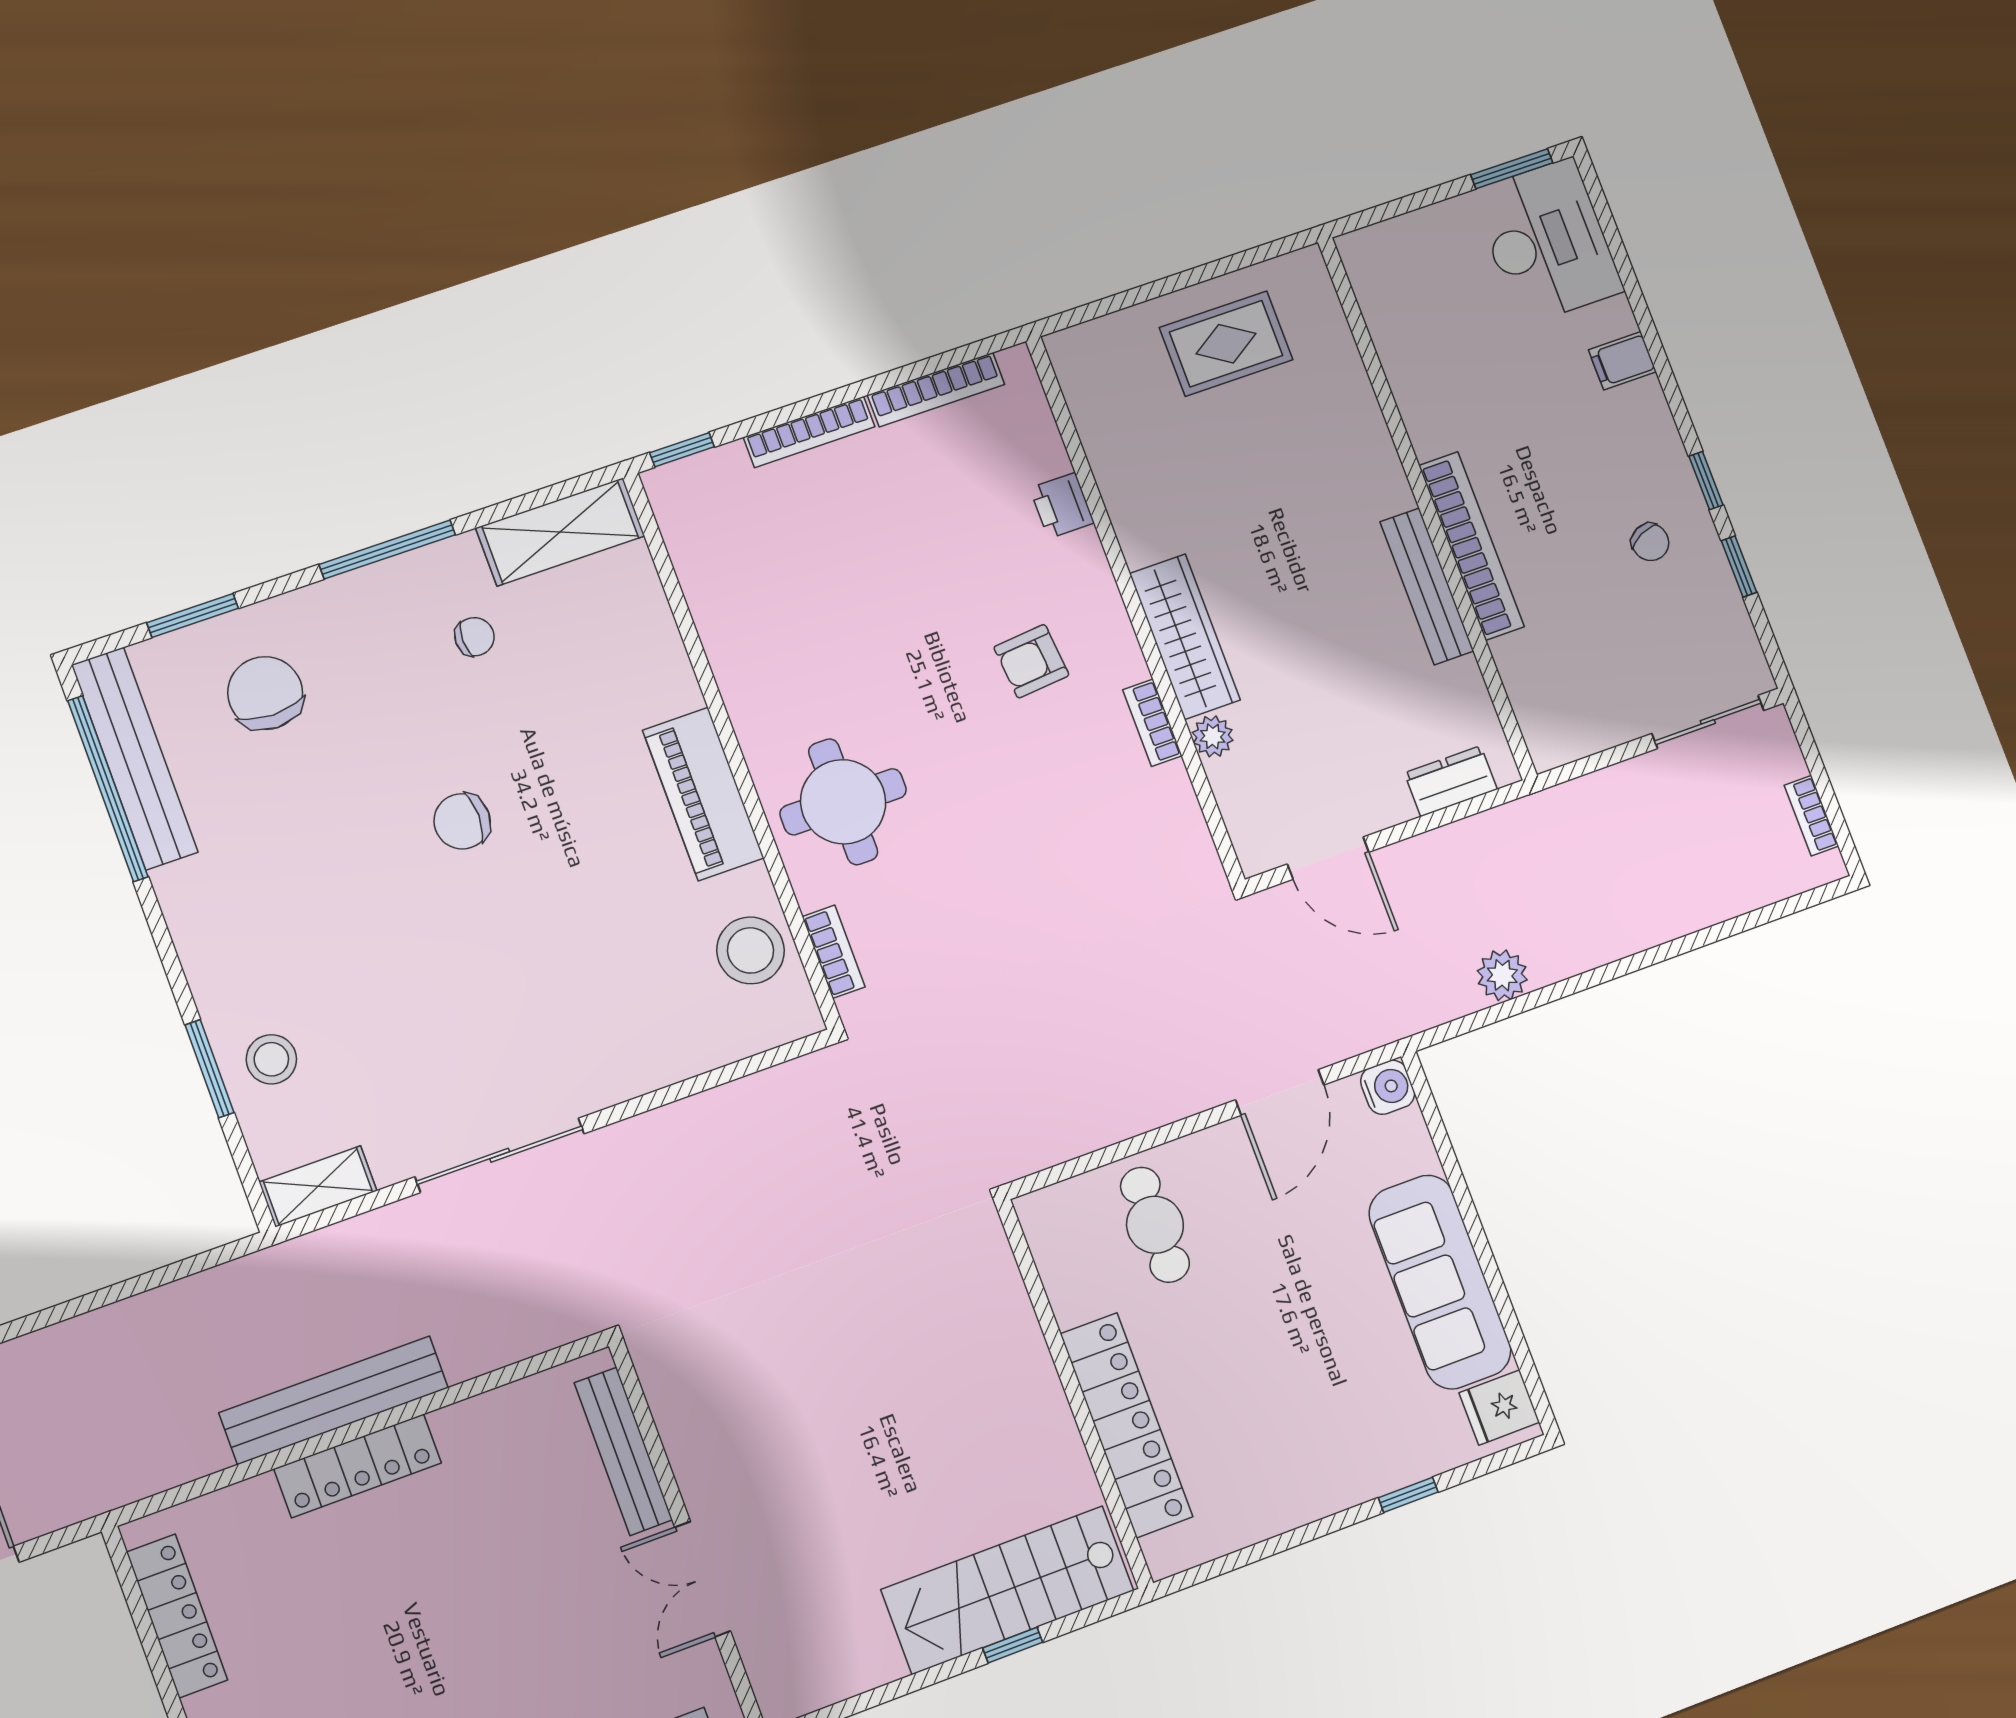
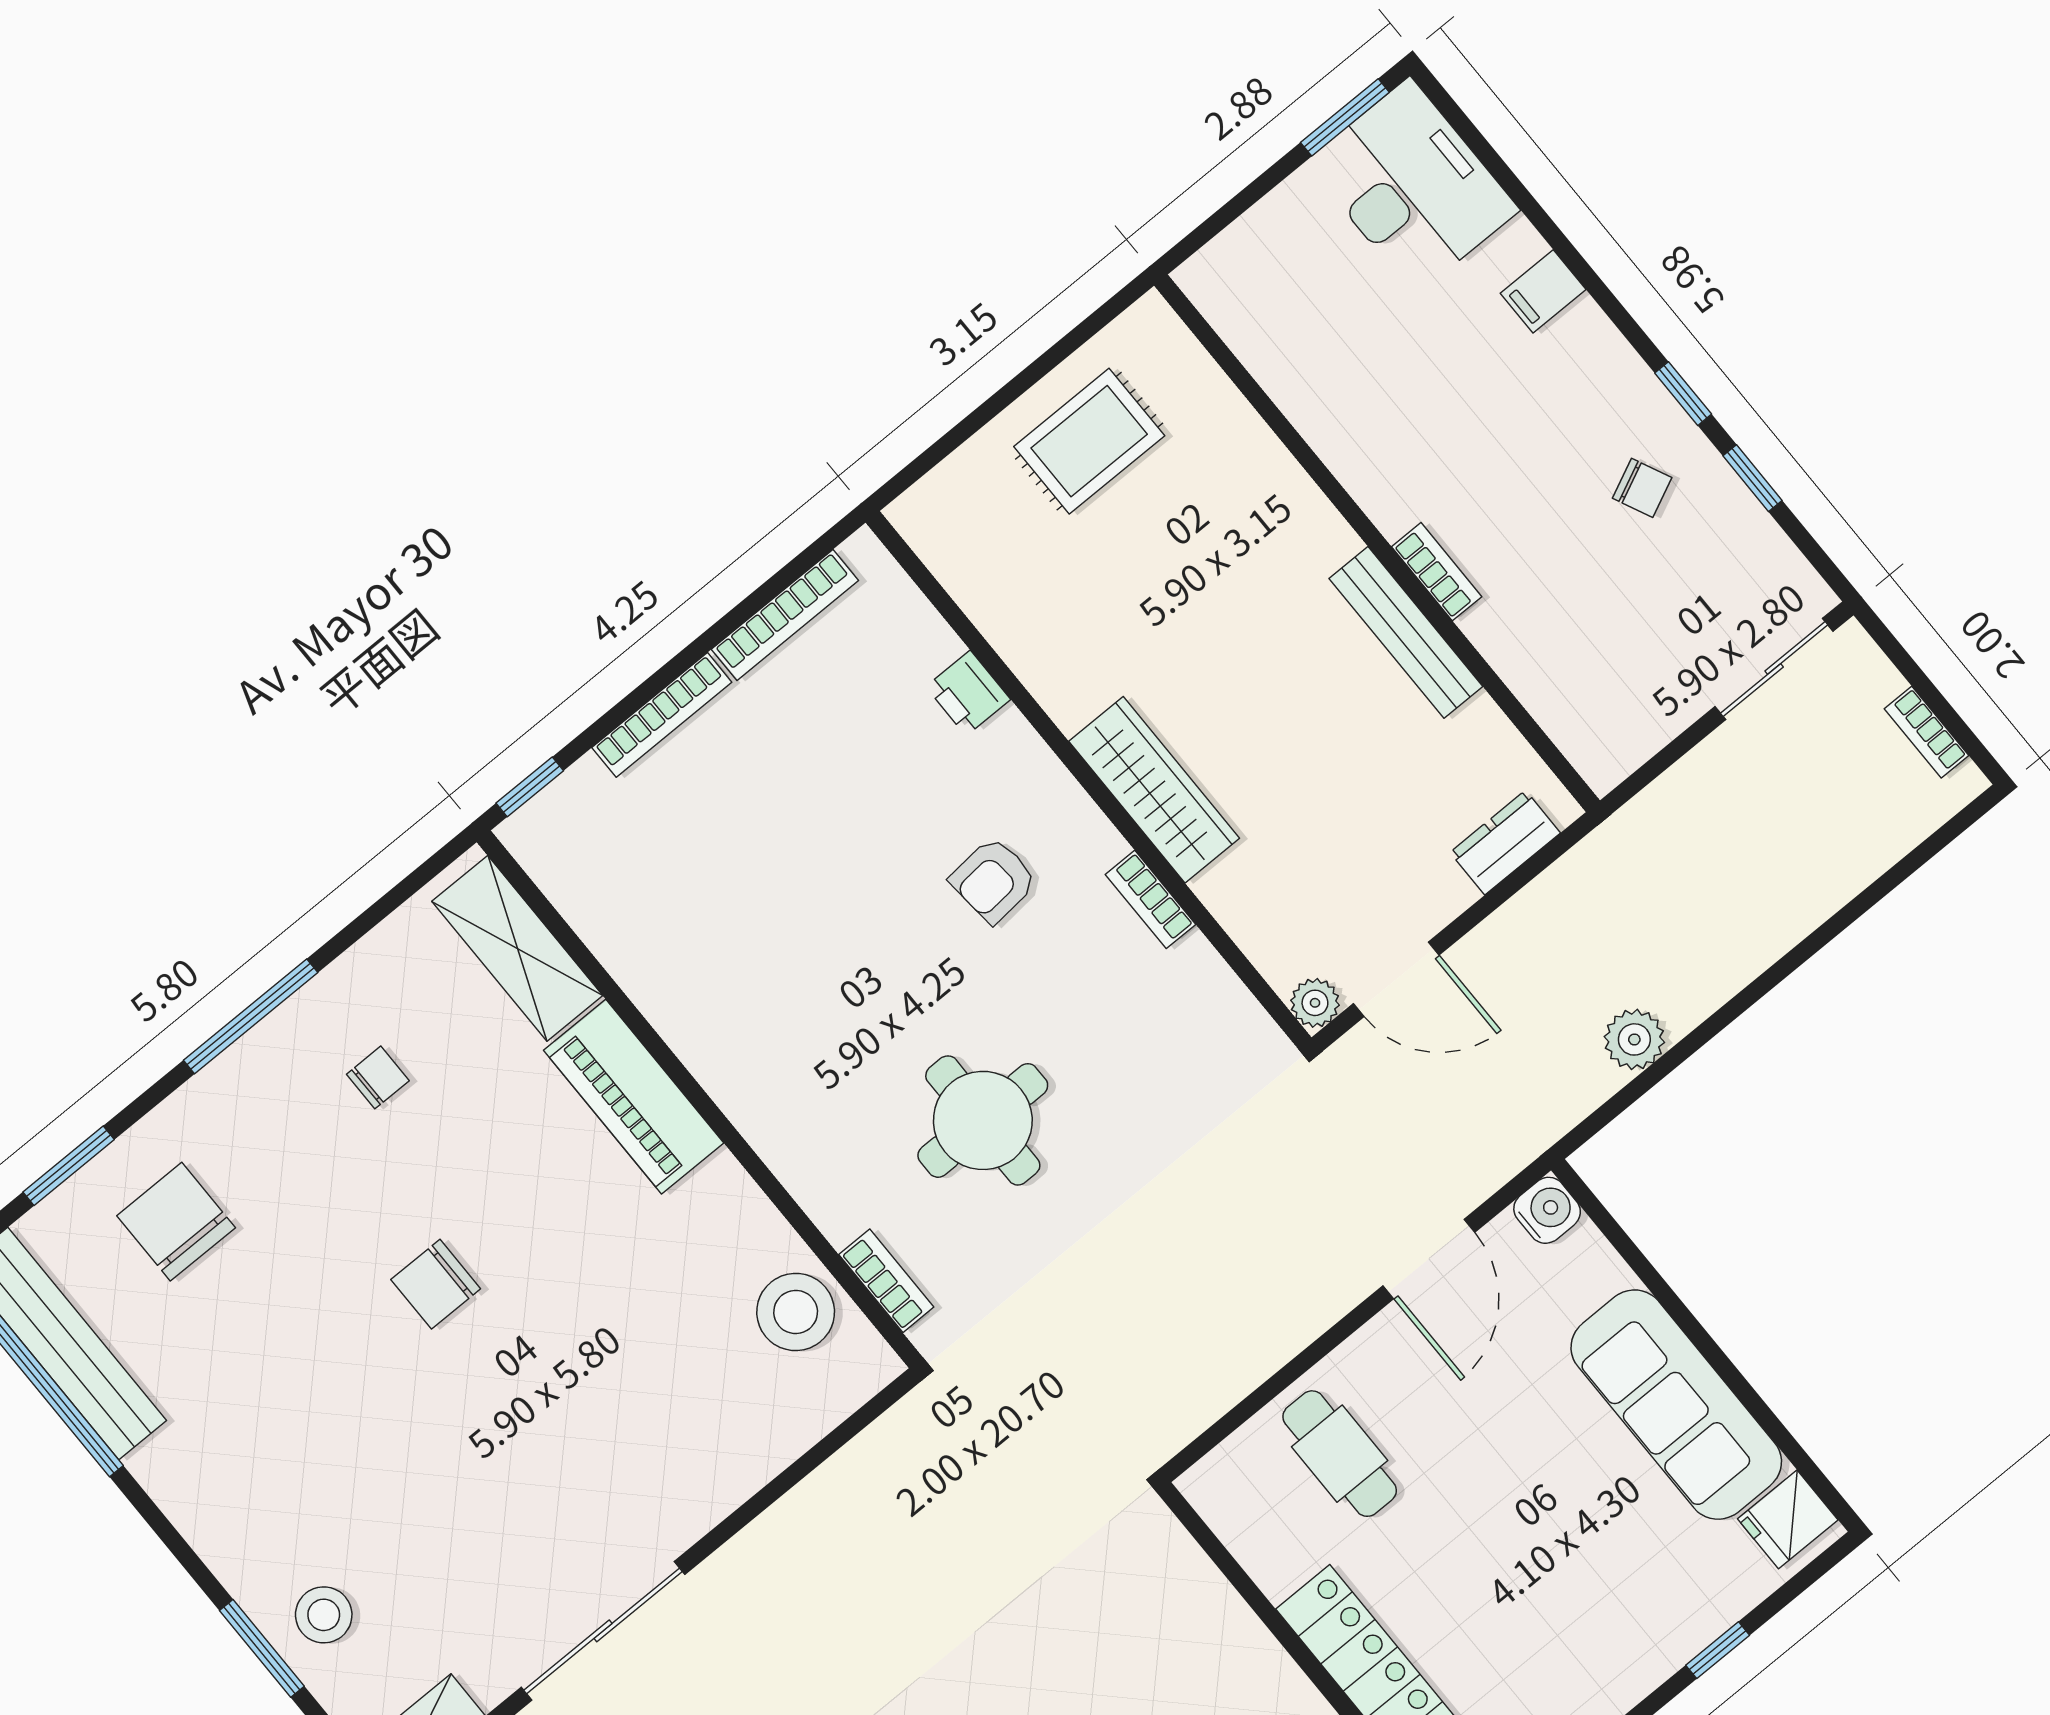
shelving: (560, 532) -> (517, 948), moved, turned 90
bookcase: (1472, 546) -> (1437, 572), width x0.43, depth x0.76
plant: (1213, 736) -> (1315, 1003), moved
piano: (703, 794) -> (634, 1097), moved
round table: (843, 802) -> (983, 1120), moved

